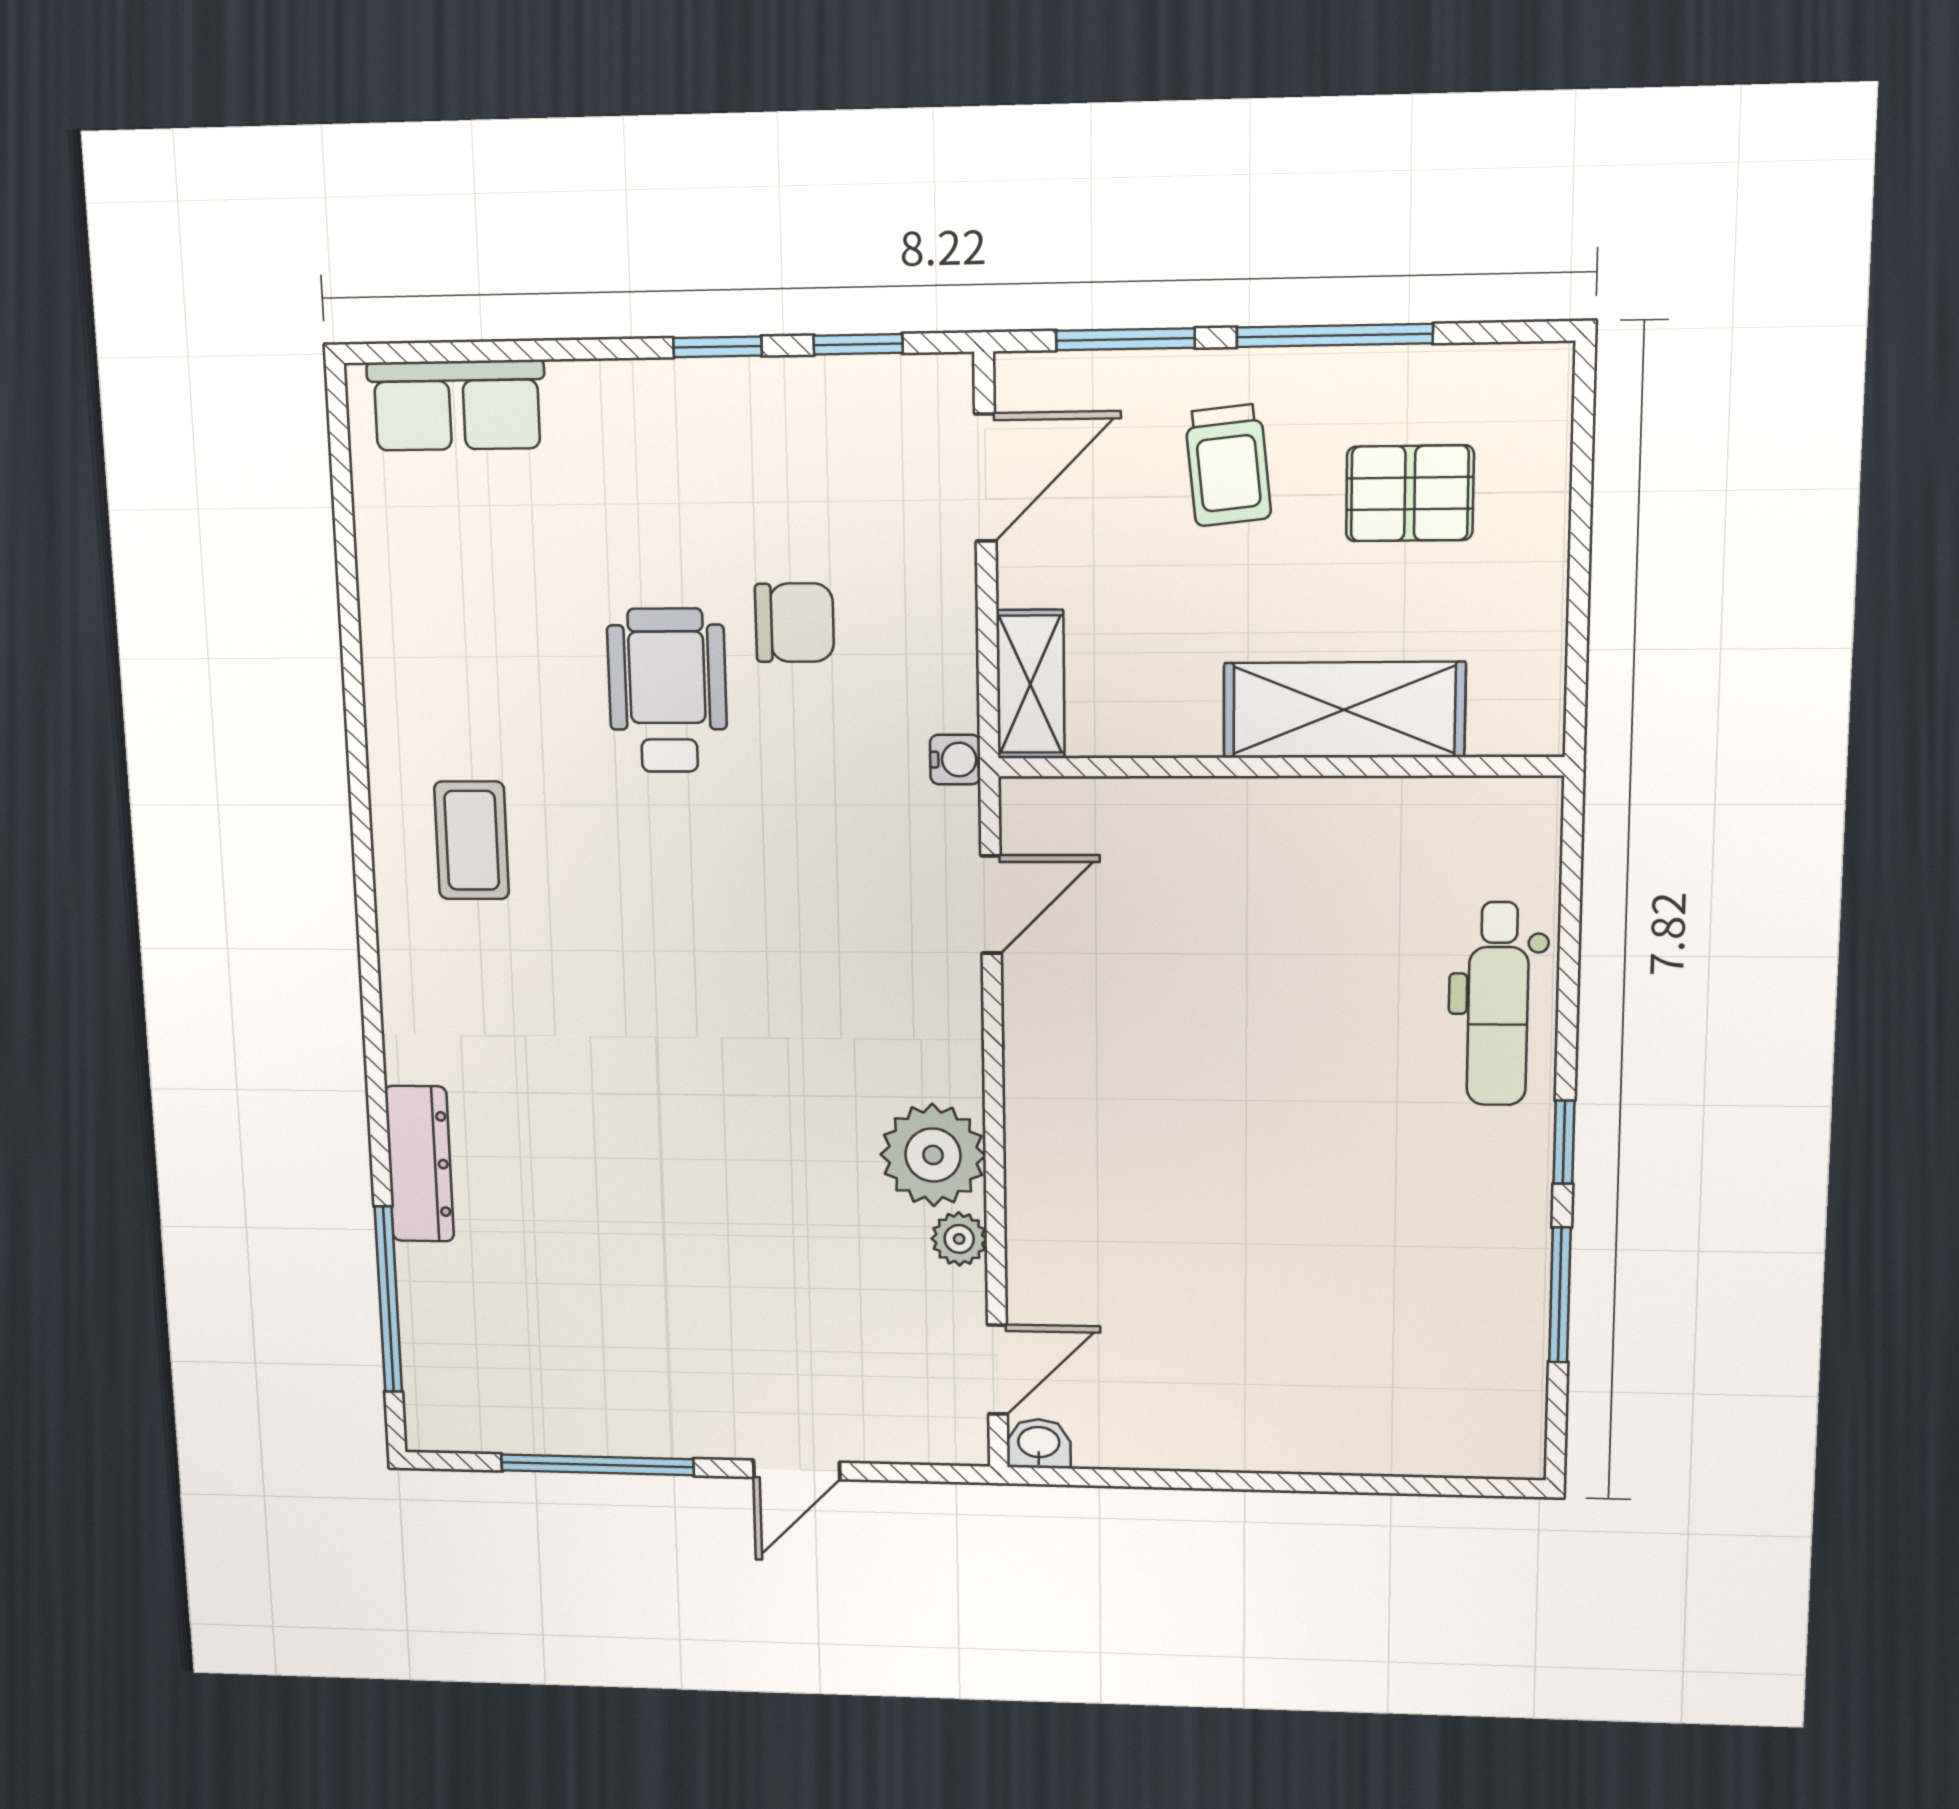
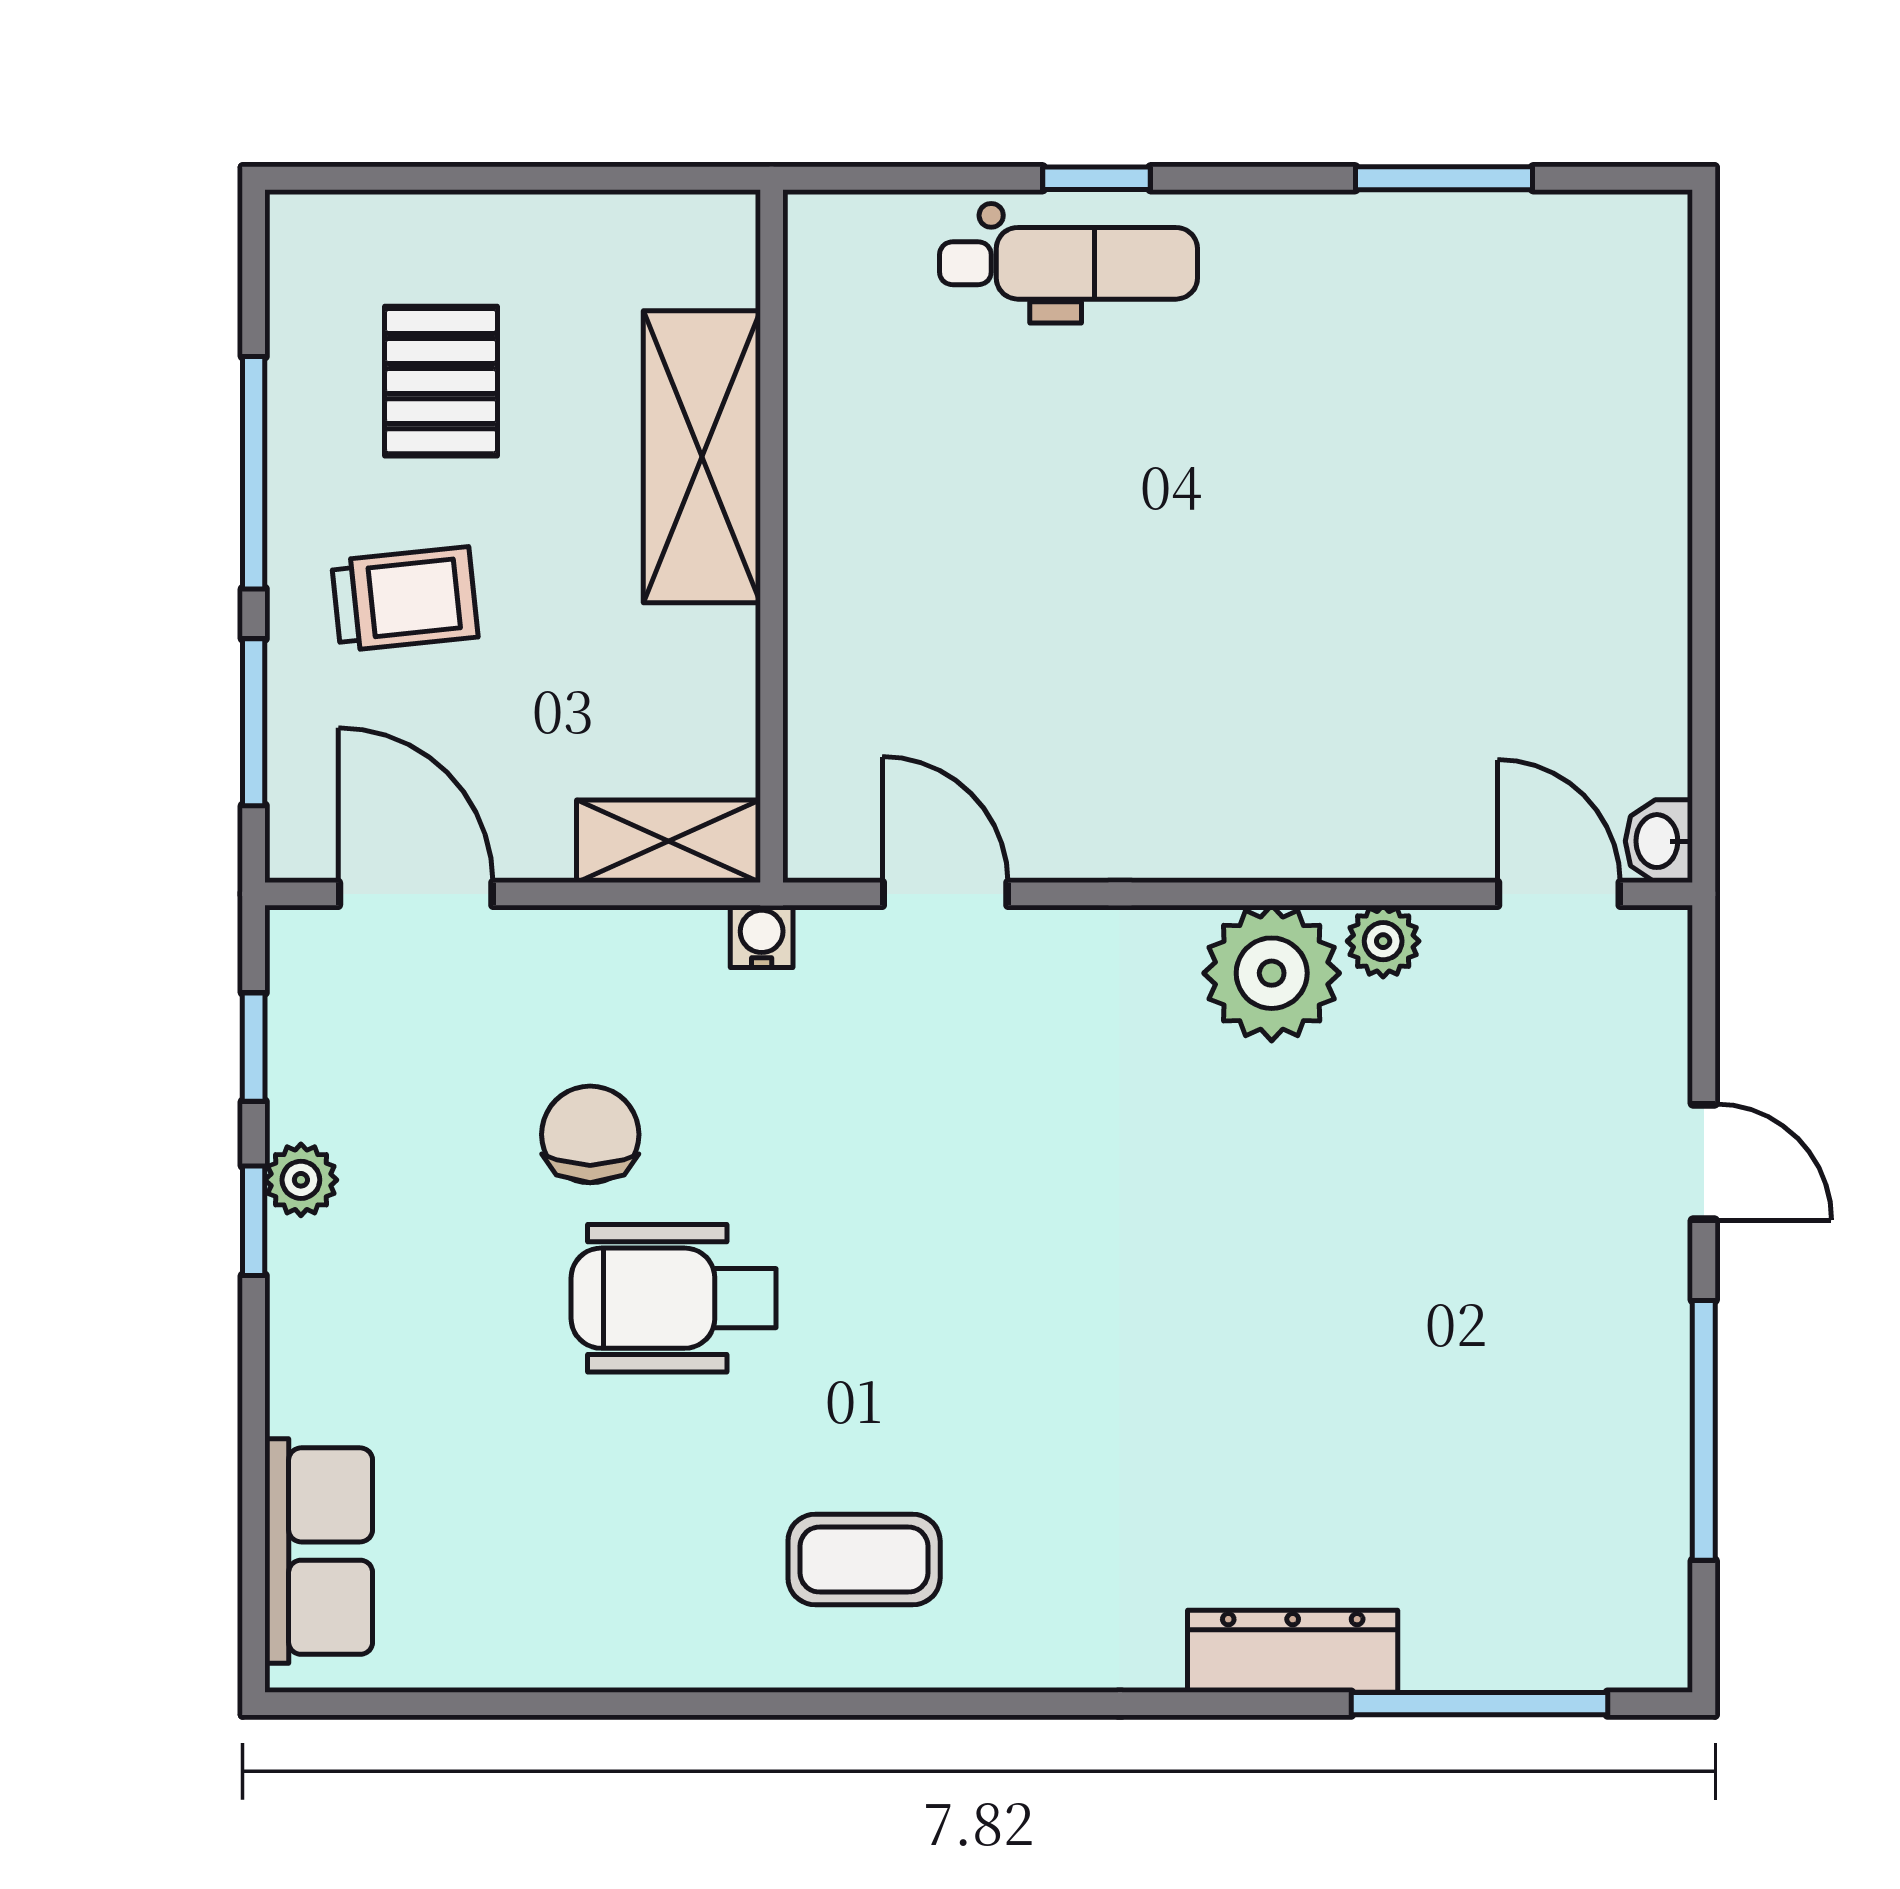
plant: (752, 386) -> (301, 1180), added
window: (1564, 1142) -> (1097, 178), moved

